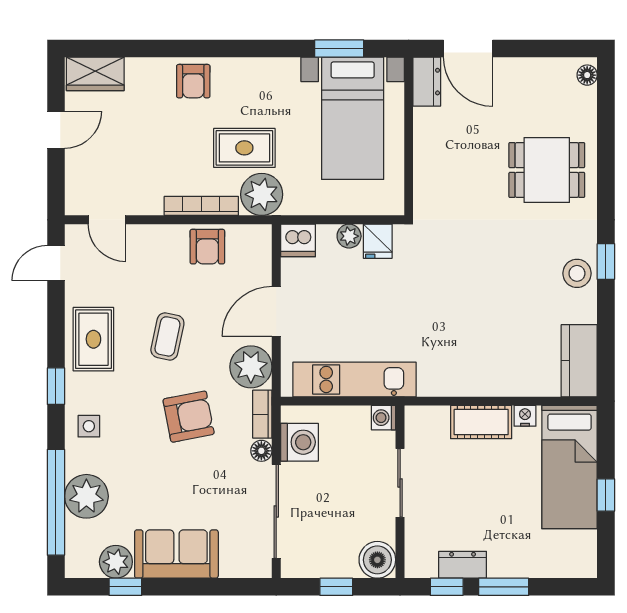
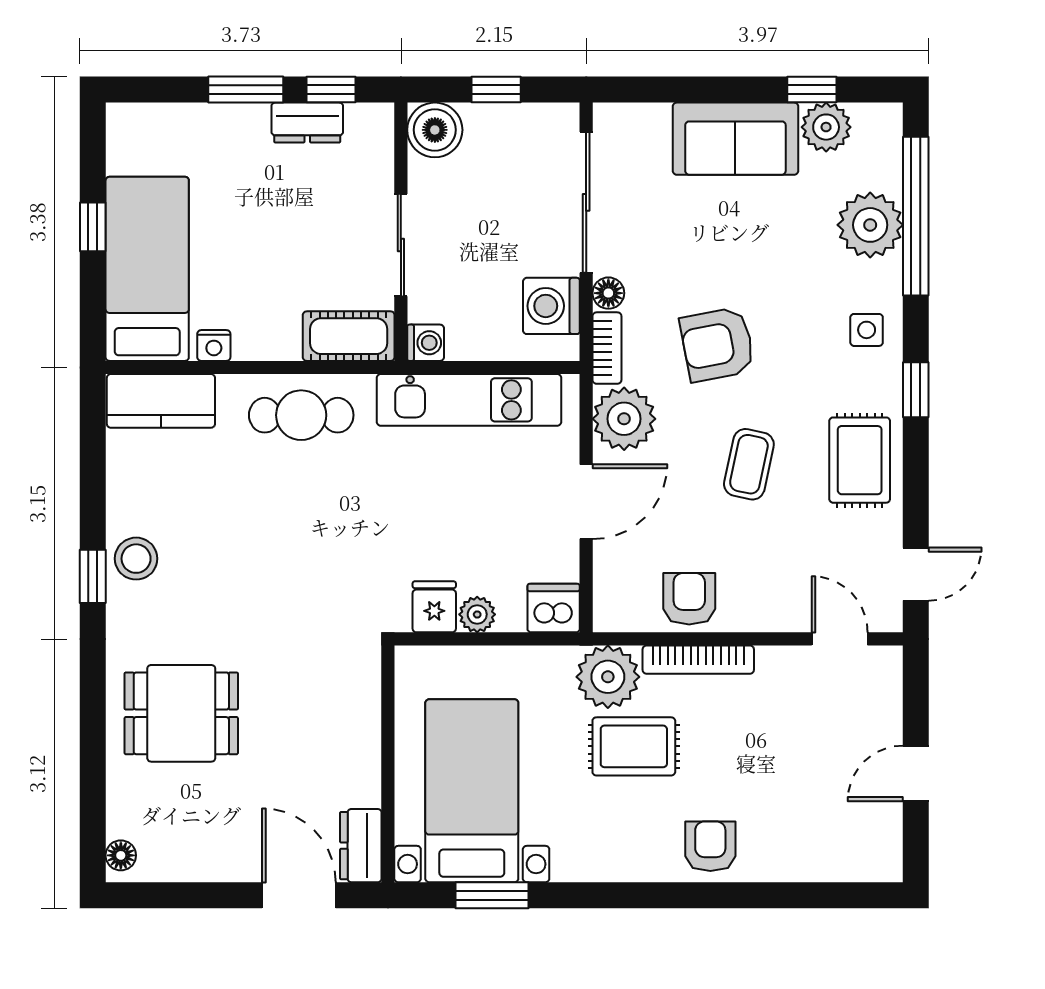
wardrobe: (95, 74) -> (857, 857), removed
kitchen counter: (579, 361) -> (161, 401), moved, turned 90
cafe table: (467, 369) -> (301, 415), added
cot: (481, 422) -> (349, 336), moved

